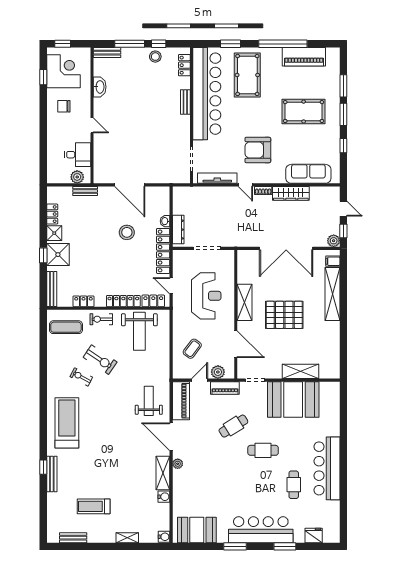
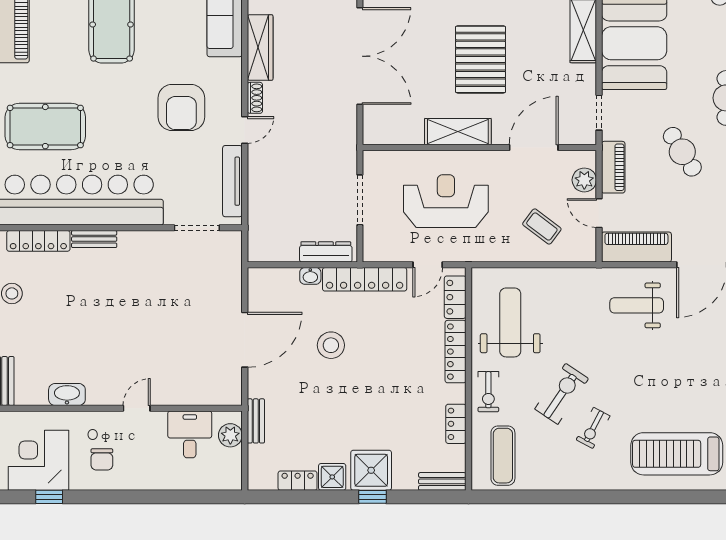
locker: (184, 65) -> (38, 241), width x1.53
bench: (52, 289) -> (442, 481), width x0.73
weight bench: (139, 331) -> (510, 322), turned -90

